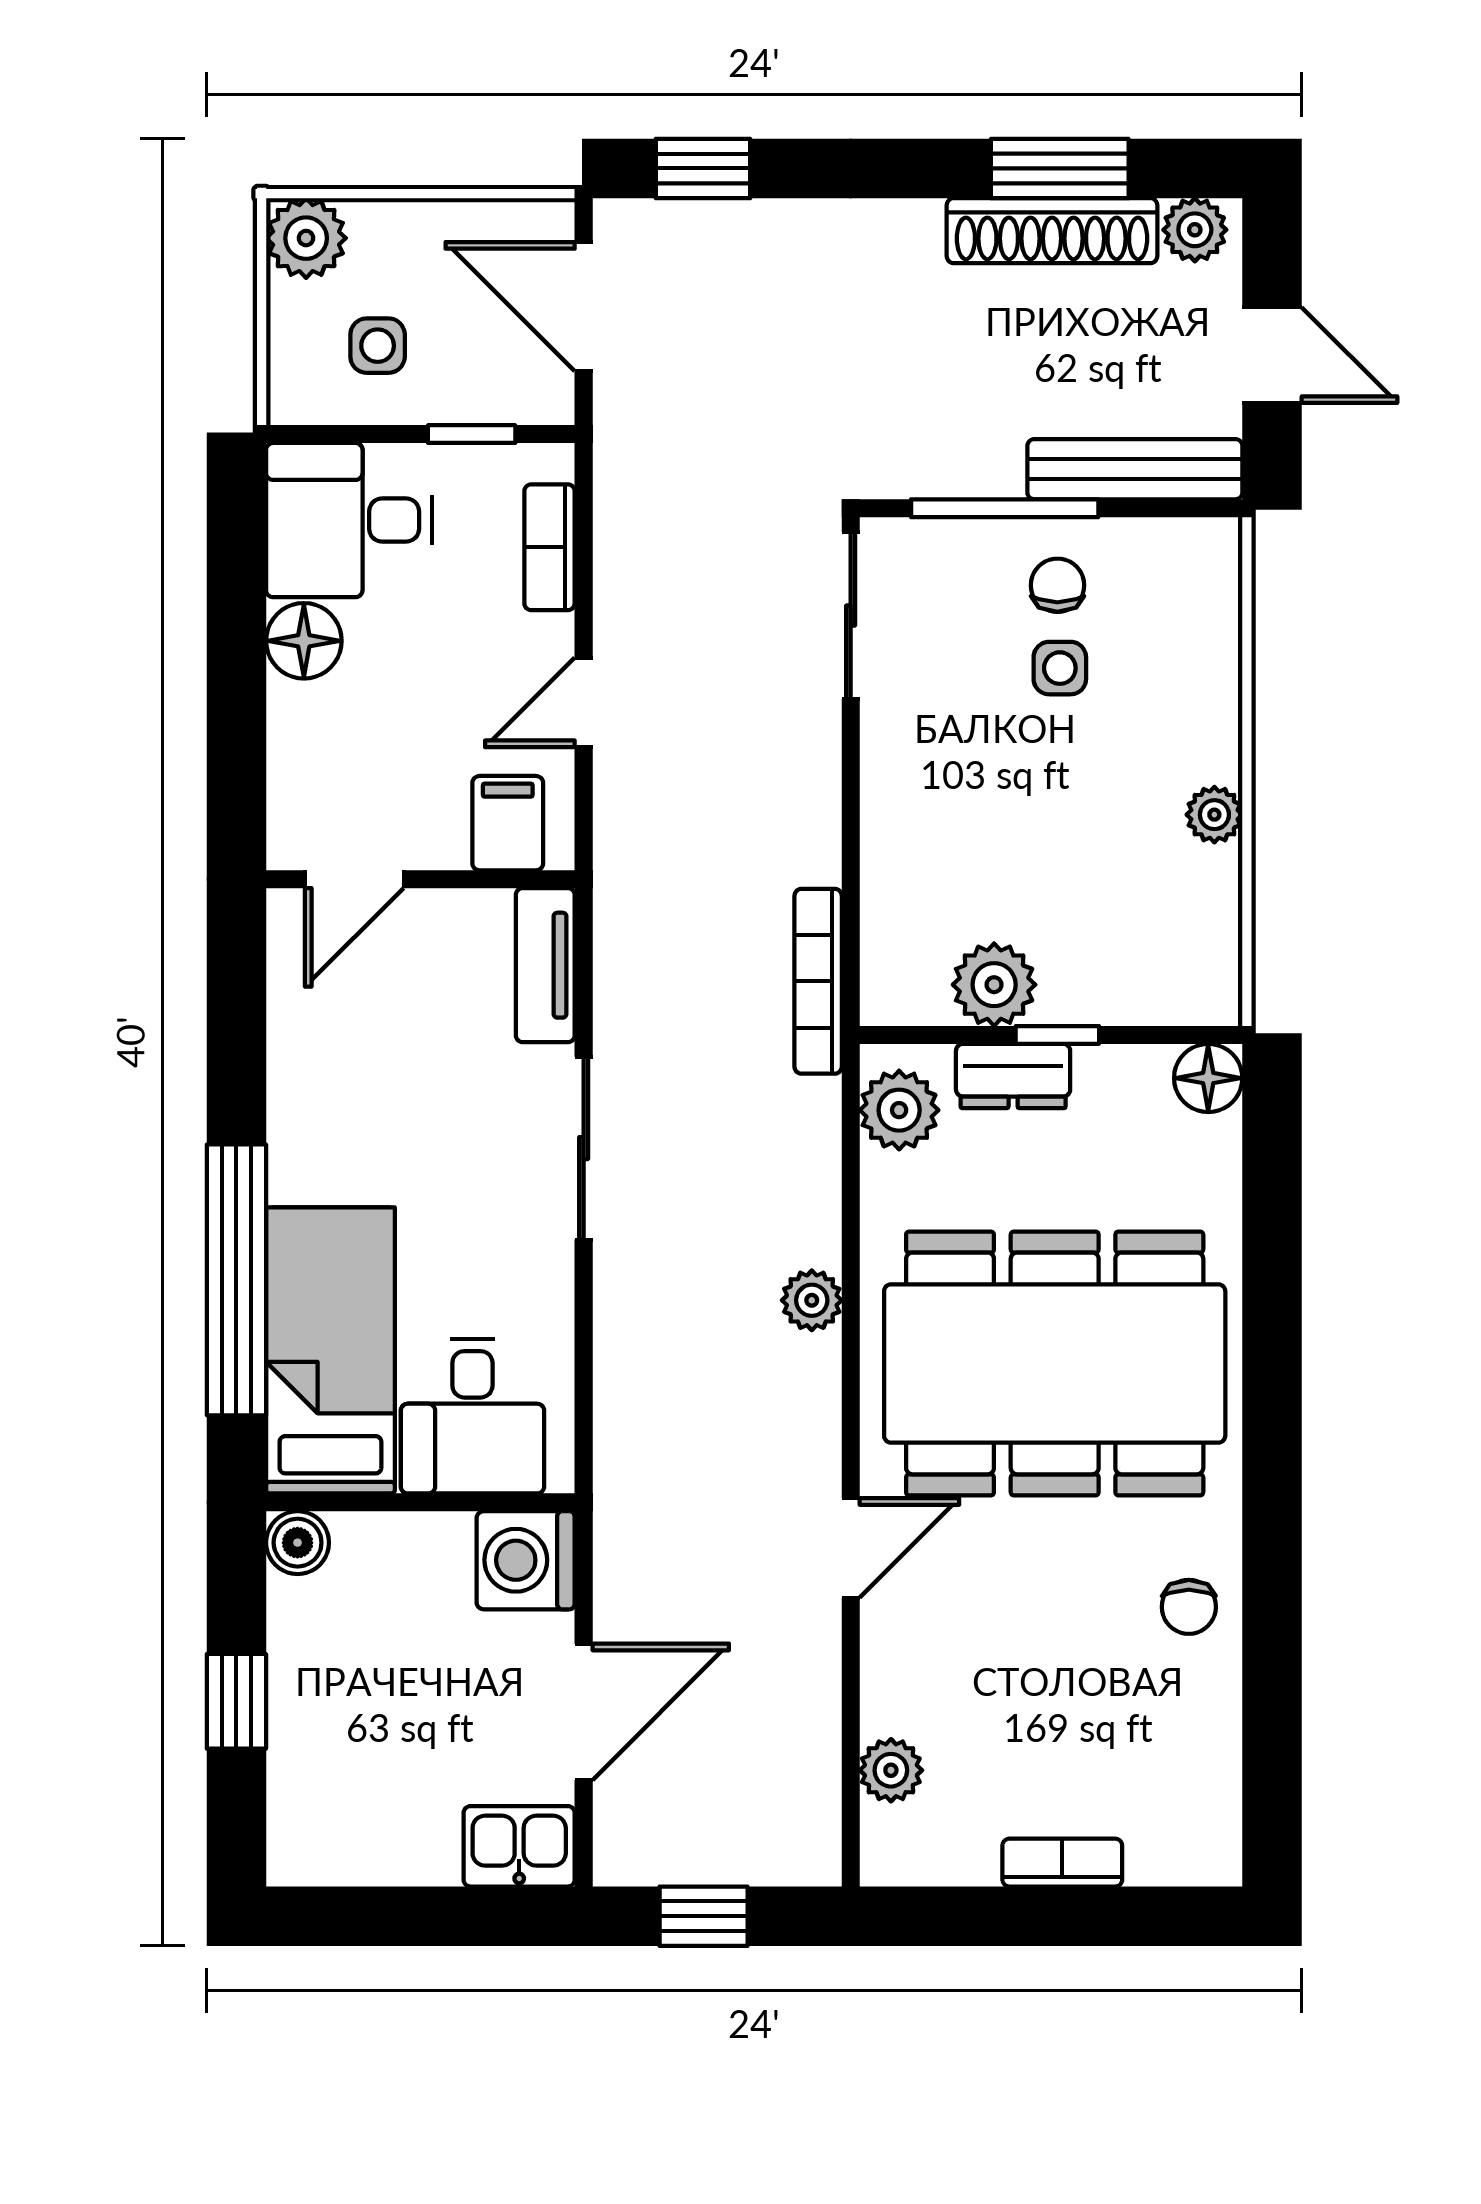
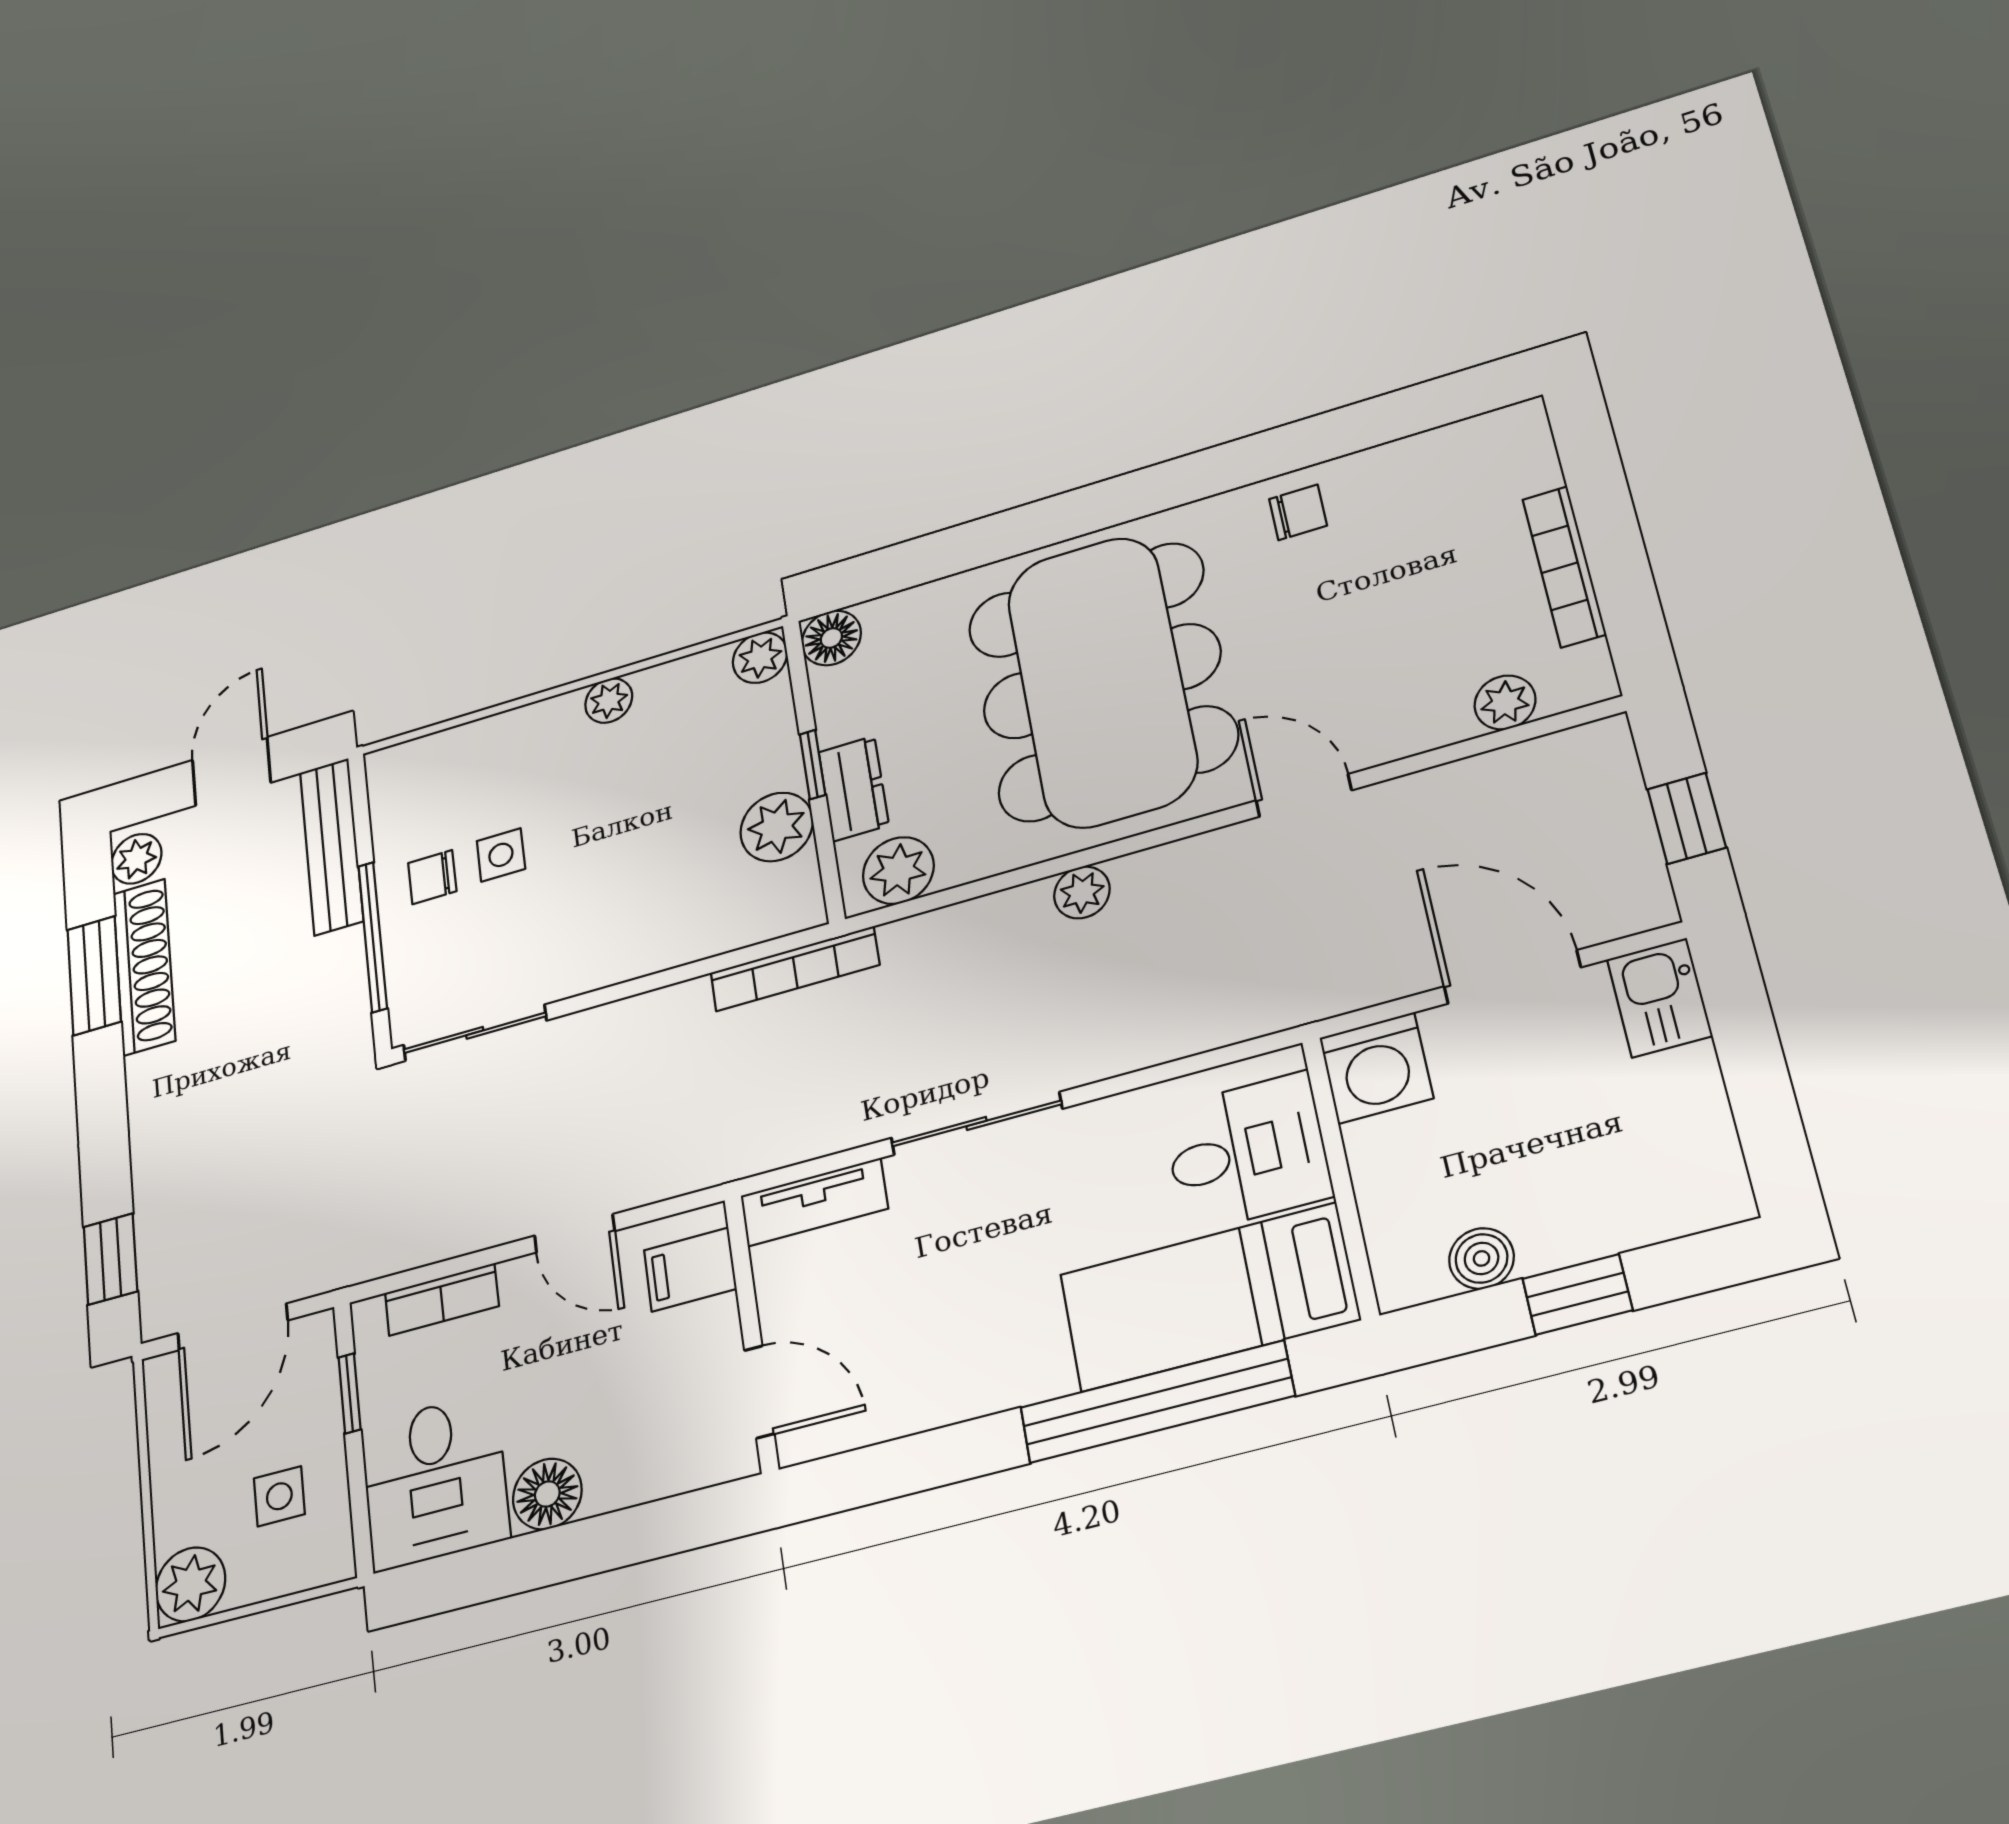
plant: (1211, 994) -> (760, 658), added
boiler: (298, 1543) -> (1482, 1258), moved
bookcase: (1062, 1863) -> (1564, 566), width x1.56

